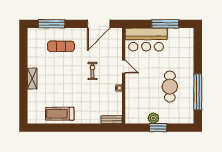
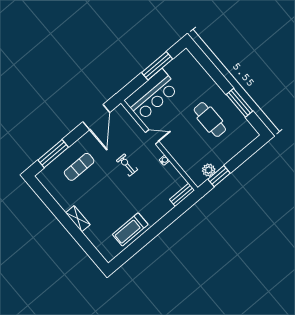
window: (198, 92) -> (239, 103), width x0.68
plant: (153, 118) -> (209, 170), moved
window: (158, 128) -> (219, 176), moved

